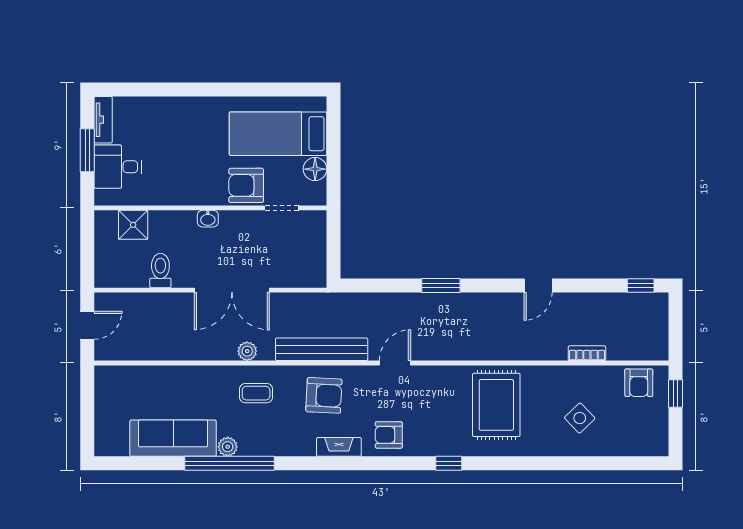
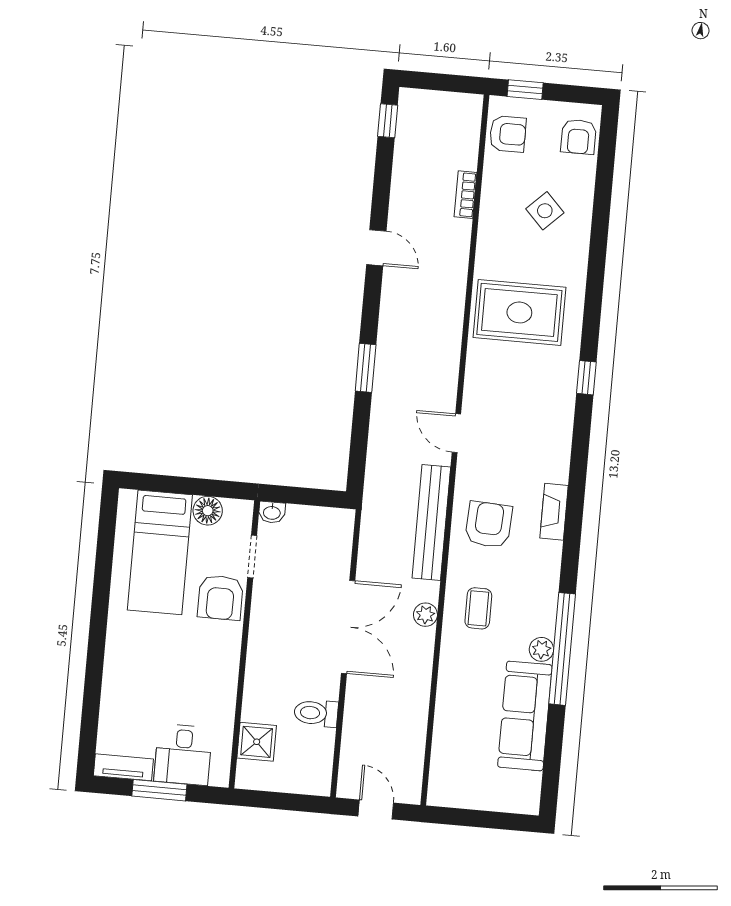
washbasin: (208, 219) -> (272, 512), moved, turned 90
armchair: (389, 435) -> (578, 137), moved

